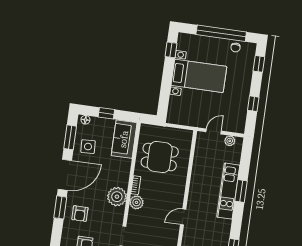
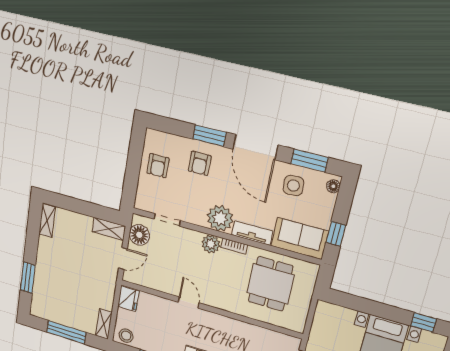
window: (106, 113) -> (336, 234), moved
tv unit: (125, 173) -> (252, 233), added
armchair: (80, 214) -> (200, 163), turned -90

